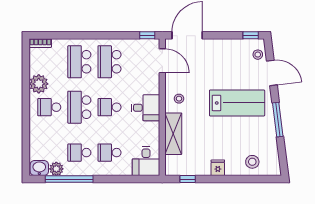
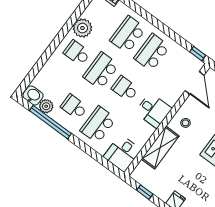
school desk: (109, 153) -> (98, 125), width x1.85

